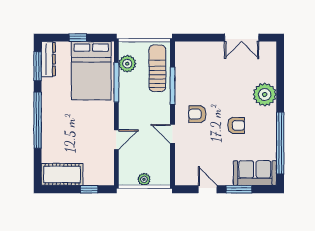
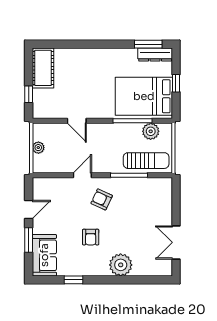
armchair: (197, 114) -> (102, 199), turned -65
window: (38, 120) -> (96, 44), removed
window: (280, 143) -> (73, 280), width x0.32

